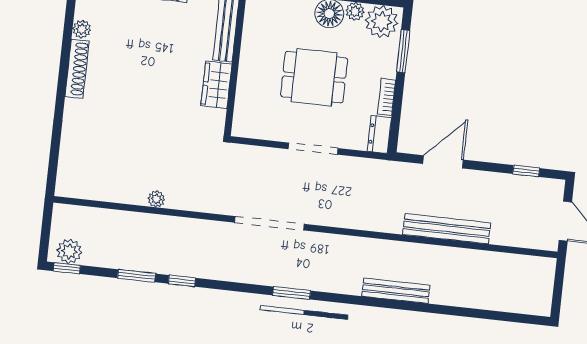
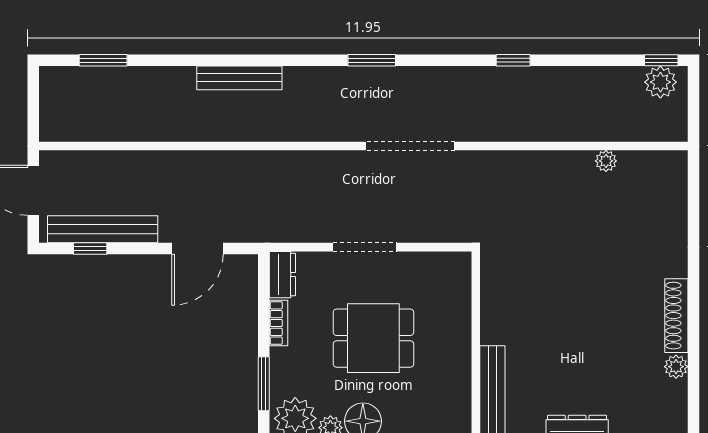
wardrobe: (216, 85) -> (497, 315), removed
plant: (156, 199) -> (606, 161), moved
bench: (447, 229) -> (103, 229), moved
window: (137, 276) -> (103, 60), moved

